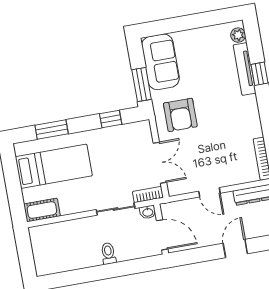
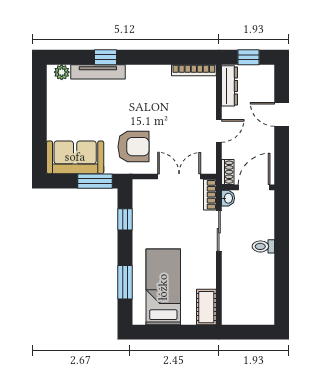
shoe rack: (172, 207) -> (228, 172), added

